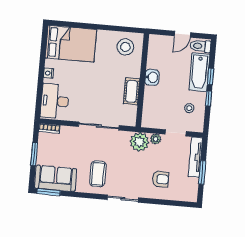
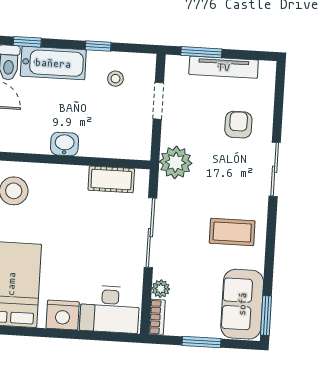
nightstand: (48, 73) -> (63, 315), width x1.89, depth x1.79
window: (211, 76) -> (27, 42), moved
cot: (132, 91) -> (111, 179), moved
plant: (156, 139) -> (161, 289), moved
tv unit: (195, 157) -> (224, 67), moved
window: (202, 172) -> (201, 52), moved
sliding door: (123, 199) -> (275, 169), moved

